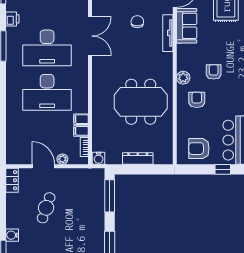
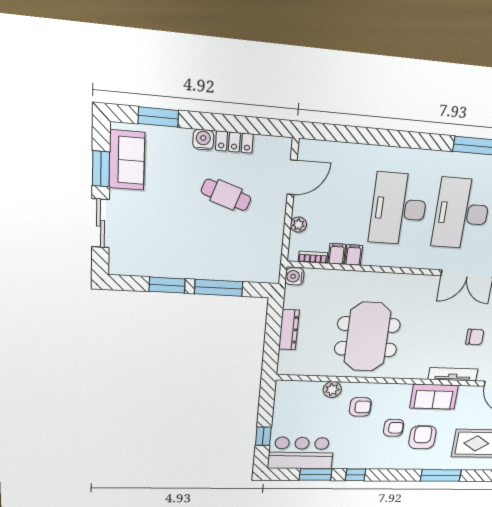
sofa: (187, 26) -> (434, 397), moved
plant: (183, 78) -> (332, 390), moved
armchair: (199, 149) -> (422, 437), moved
door: (43, 166) -> (292, 177), moved
locker: (12, 180) -> (234, 142), moved
window: (110, 196) -> (219, 288), moved
water cooler: (12, 235) -> (203, 140), moved

